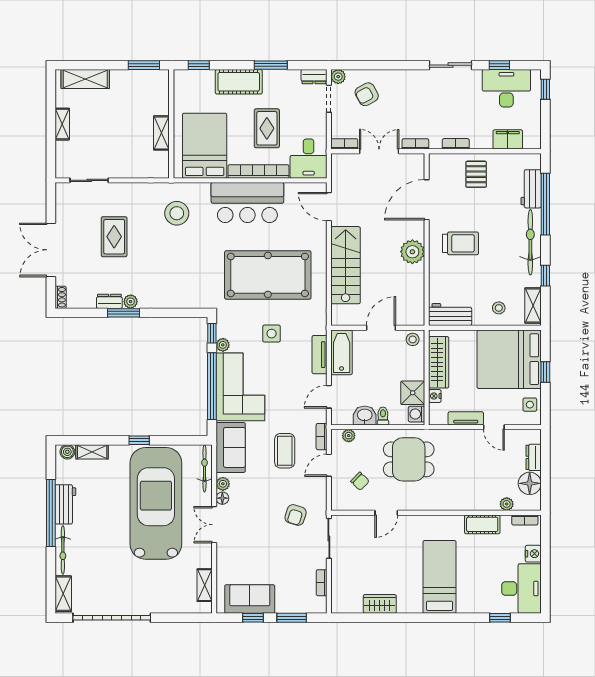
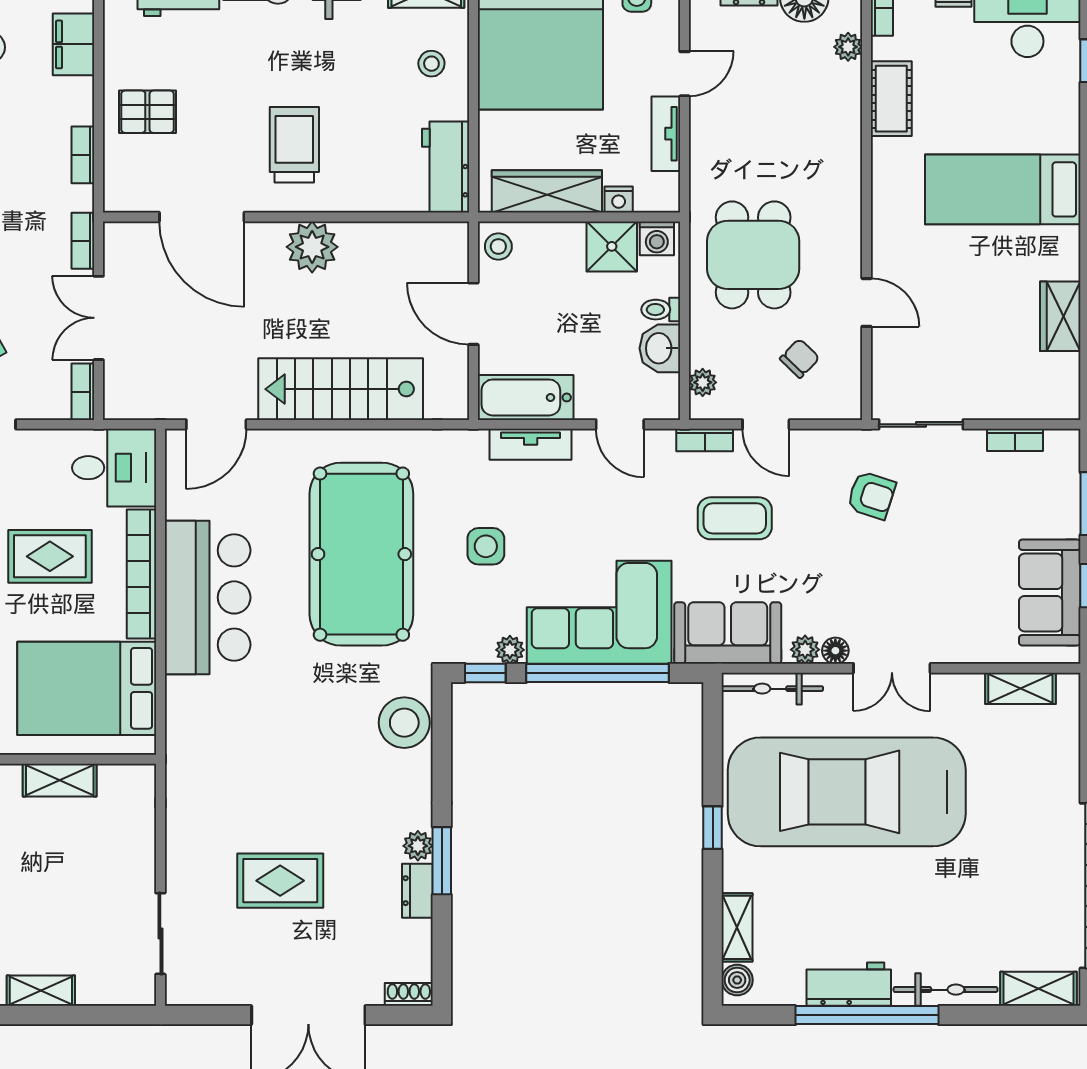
stool: (177, 213) -> (404, 723), moved

